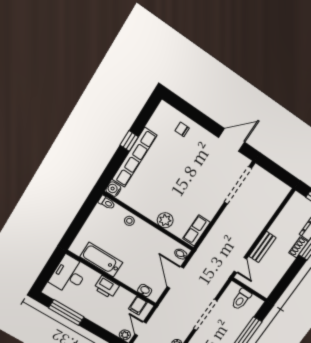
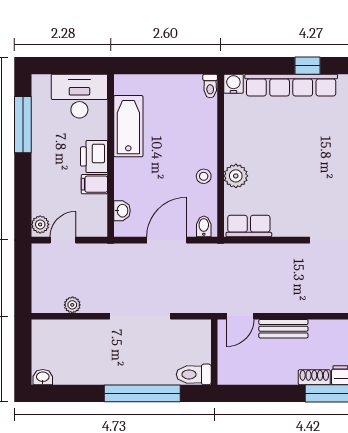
stool: (129, 221) -> (204, 176), moved
toilet: (241, 299) -> (194, 374), moved
filing cabinet: (138, 306) -> (94, 184), moved

